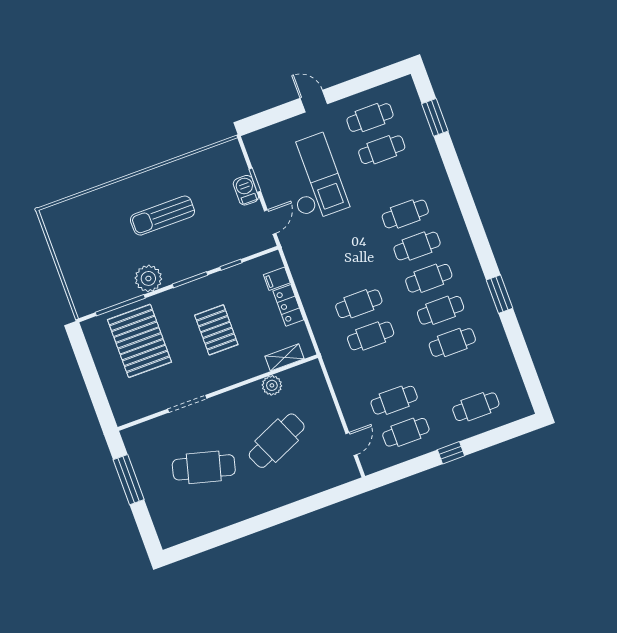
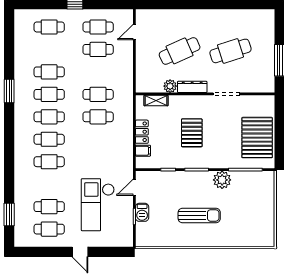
pallet: (139, 341) -> (257, 138), moved
dresser: (240, 396) -> (192, 87), added
cafe table: (204, 467) -> (231, 51), turned -33

